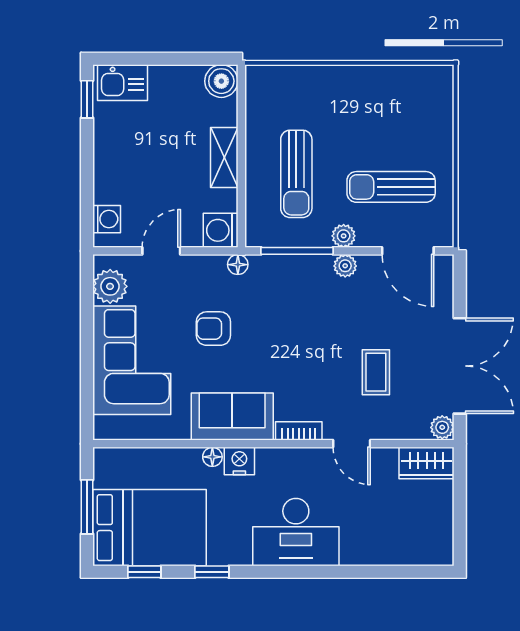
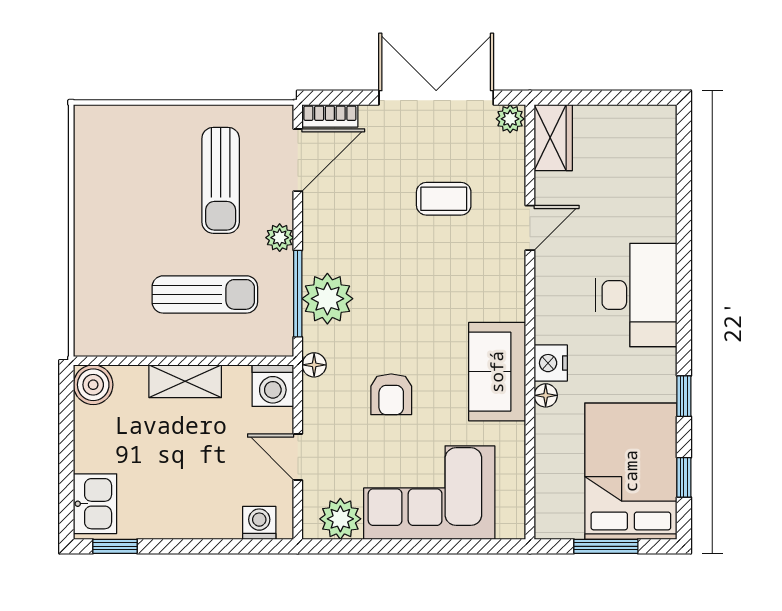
plant: (345, 266) -> (327, 299), moved, width x1.88, depth x1.88
bookcase: (299, 431) -> (330, 116), moved, turned -90

